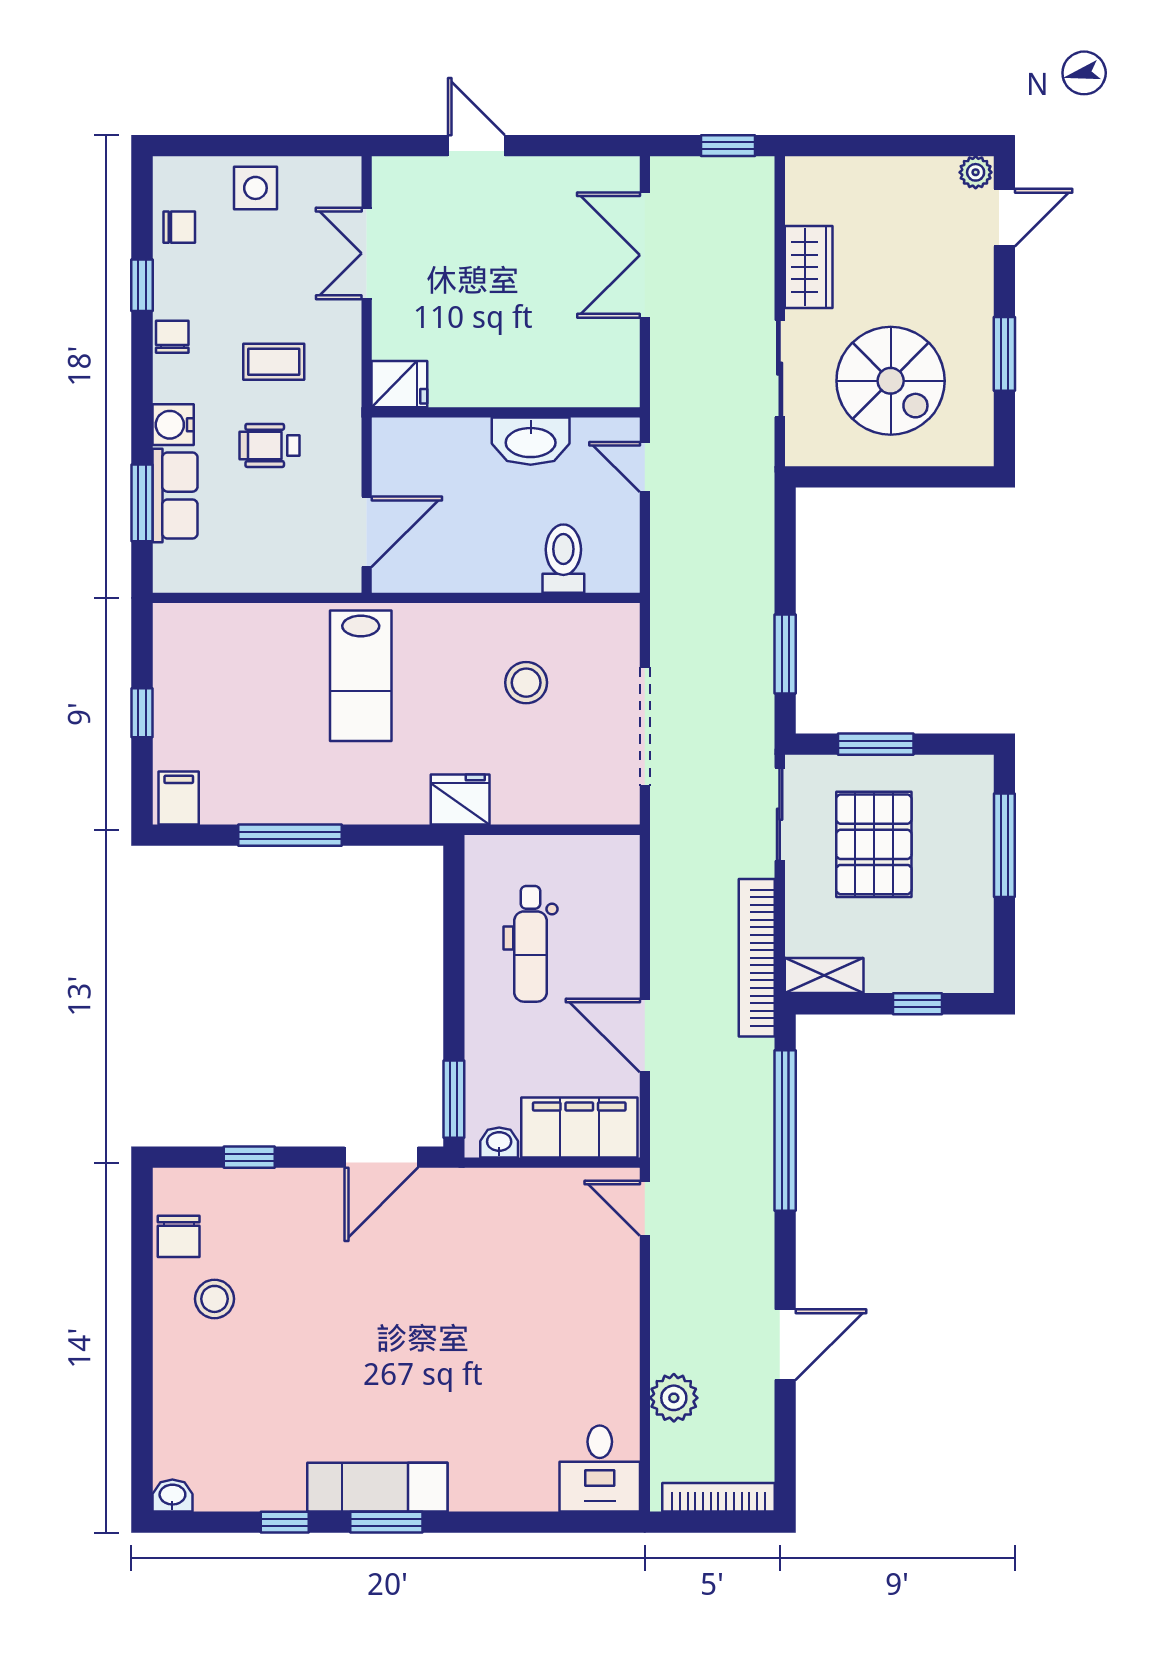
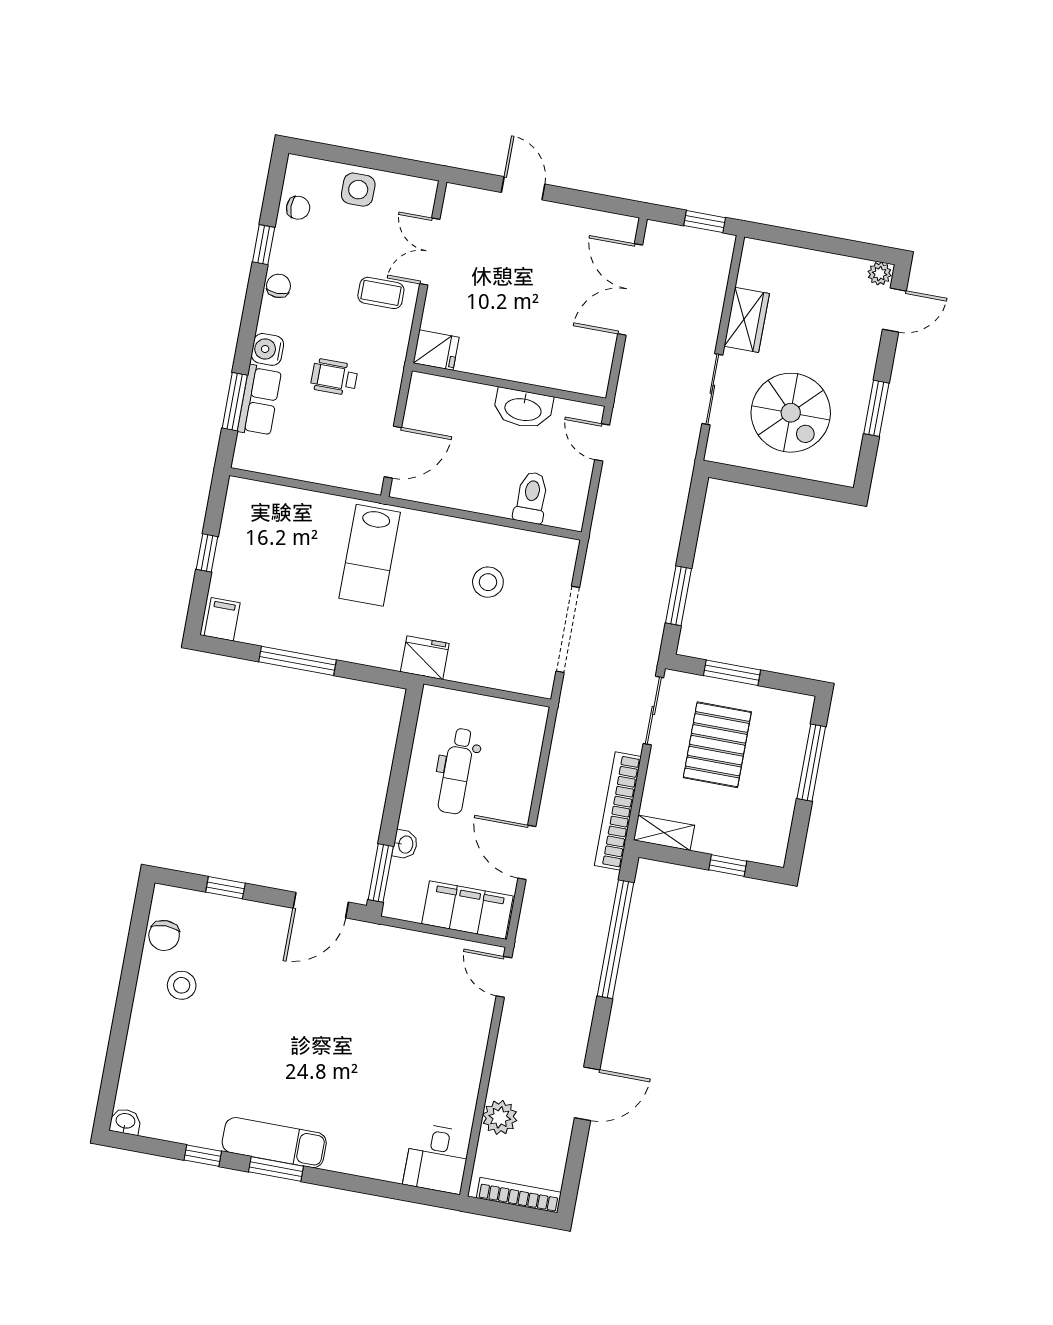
coffee table: (274, 362) -> (381, 293), moved
washbasin: (499, 1142) -> (405, 844), moved, turned 90

